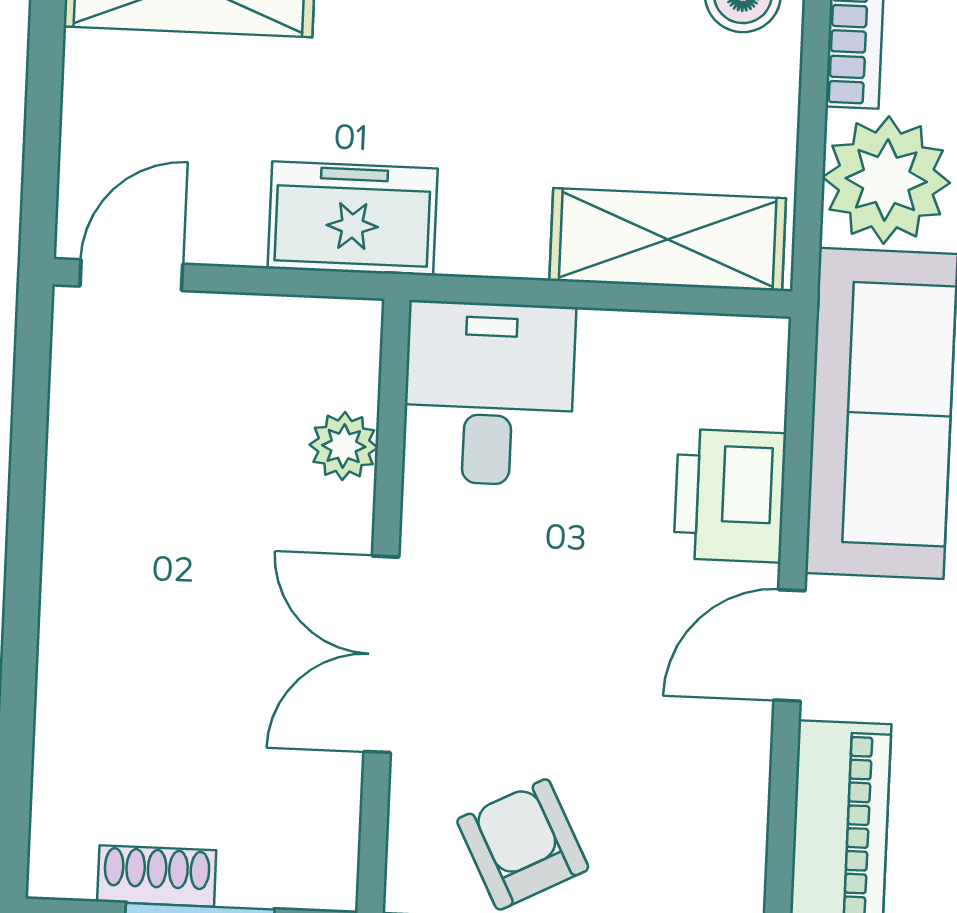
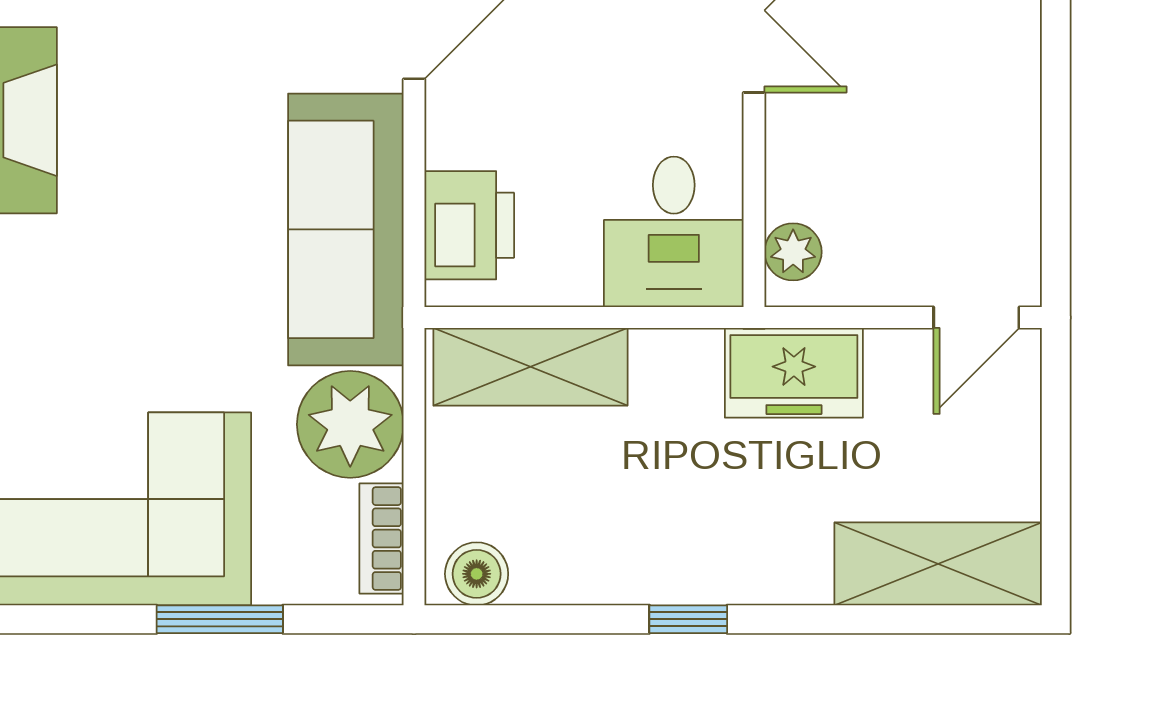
plant: (344, 446) -> (793, 252), moved
printer: (730, 496) -> (469, 225), moved

